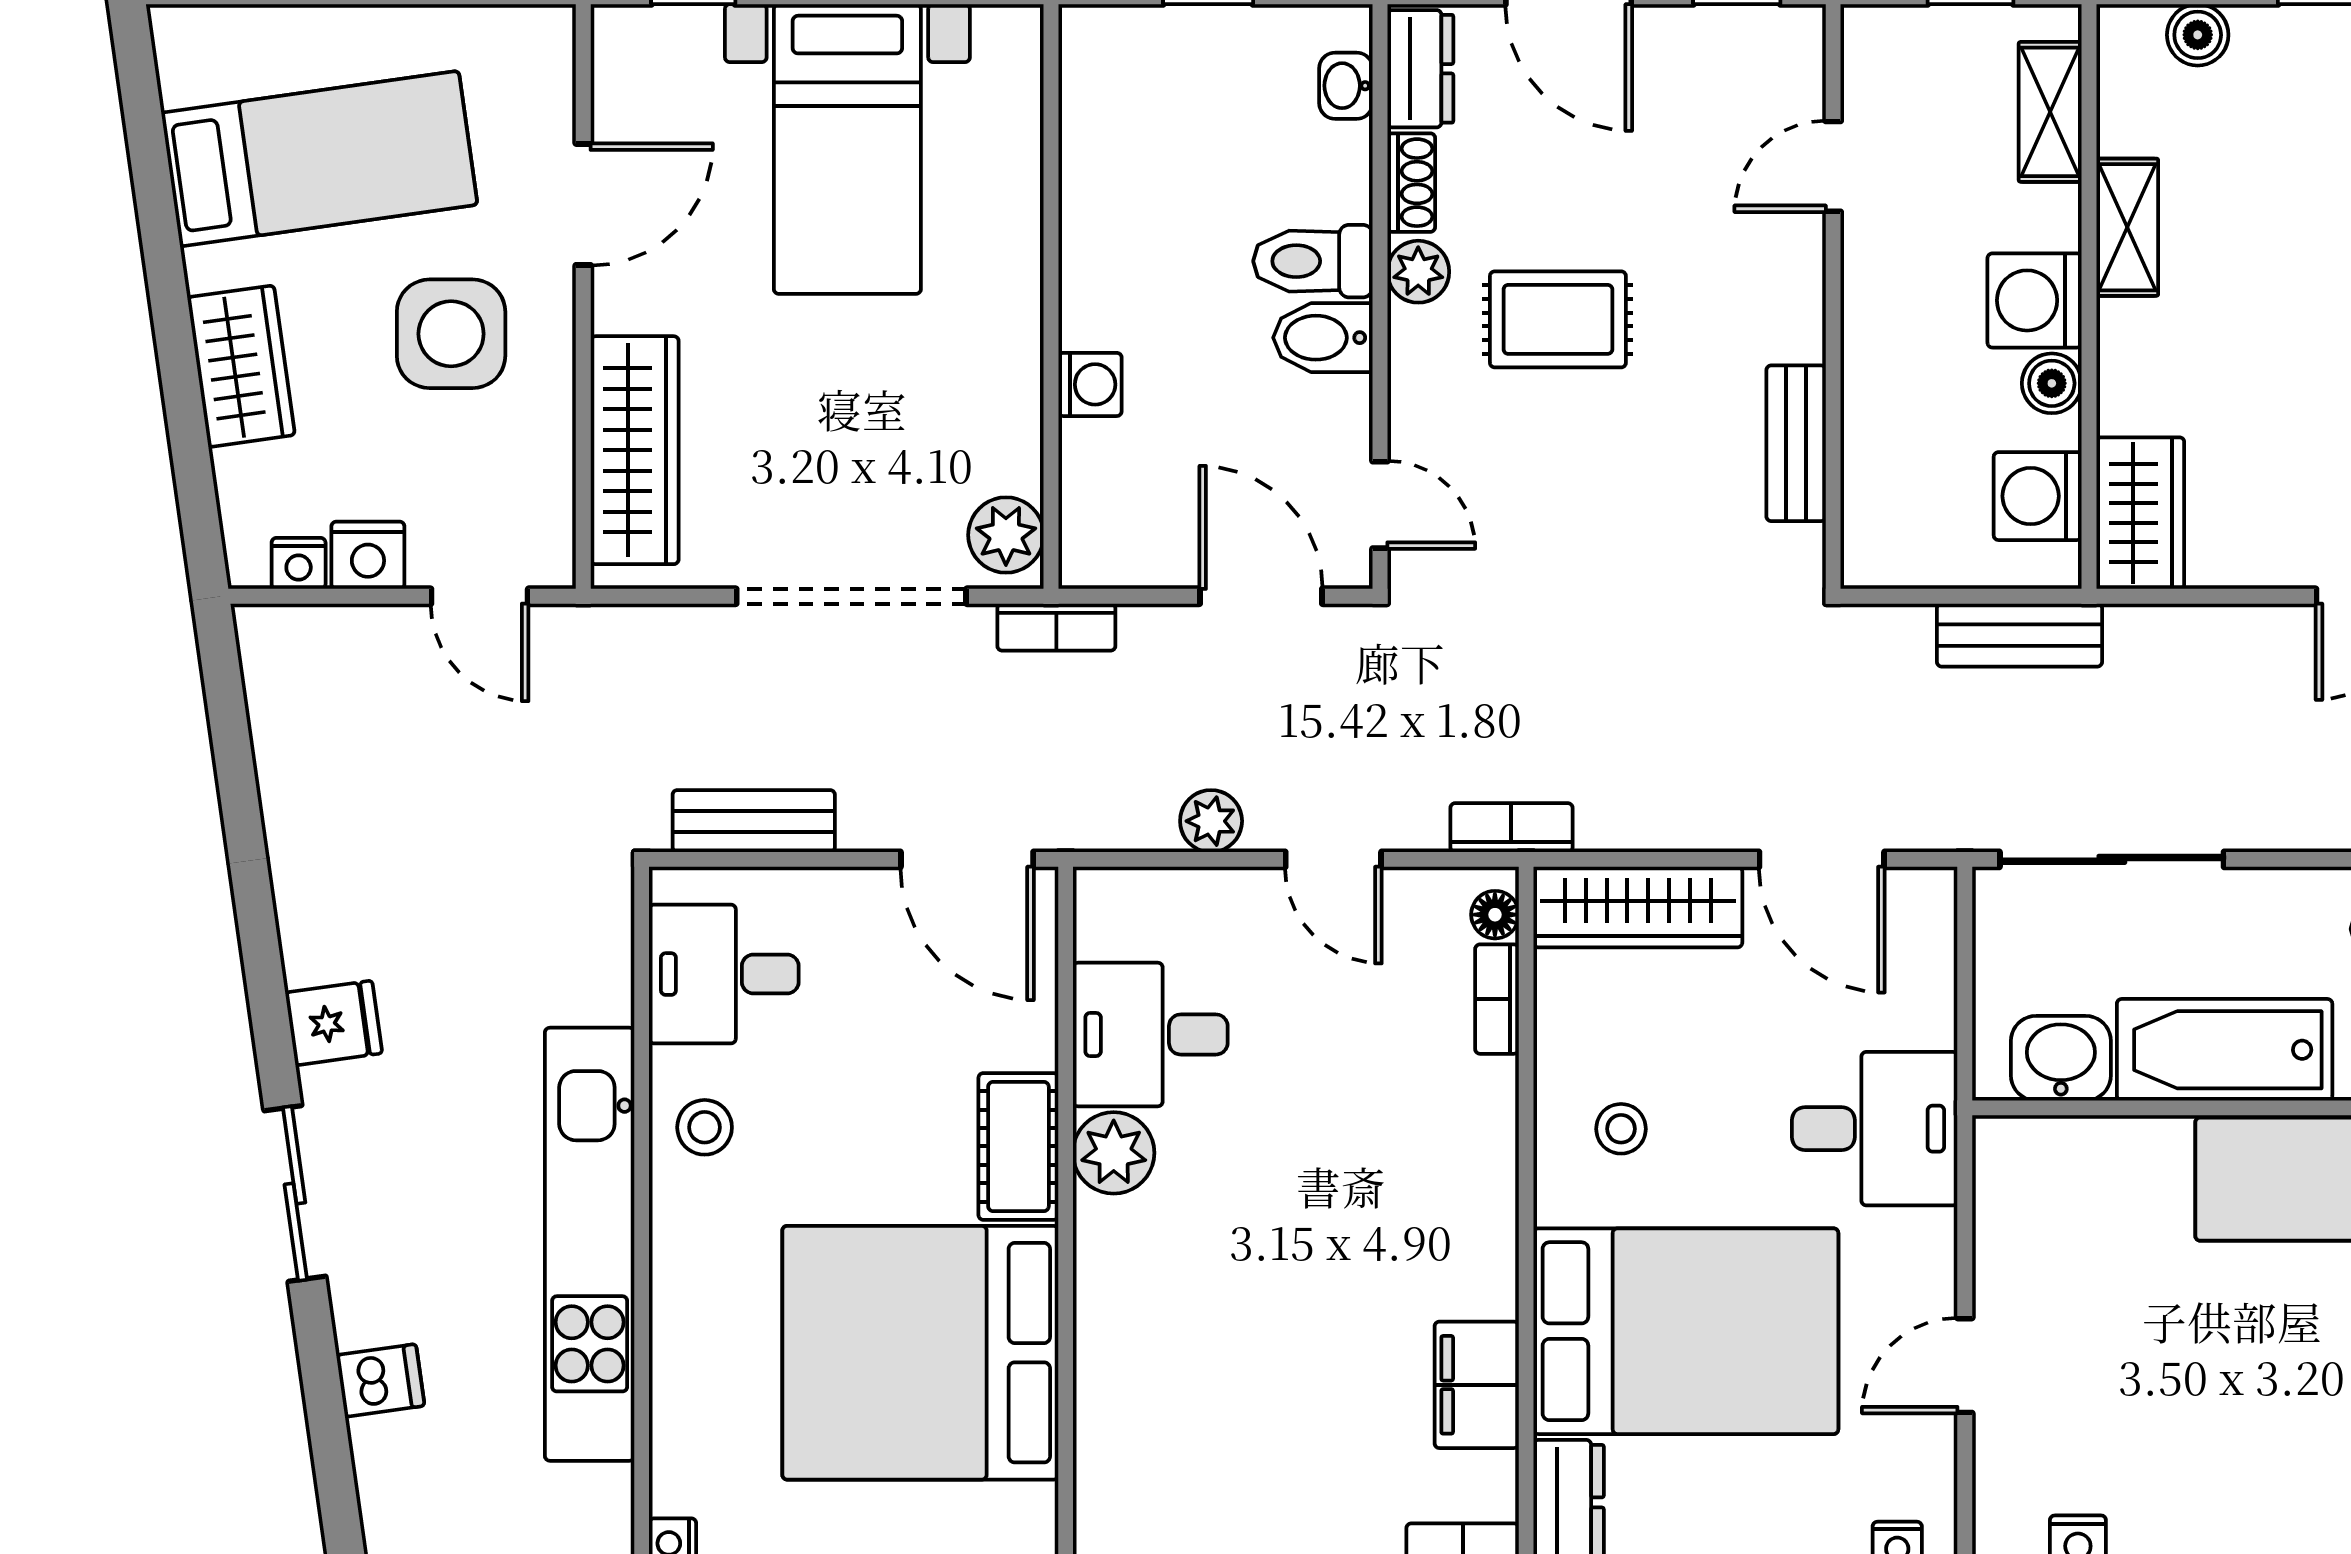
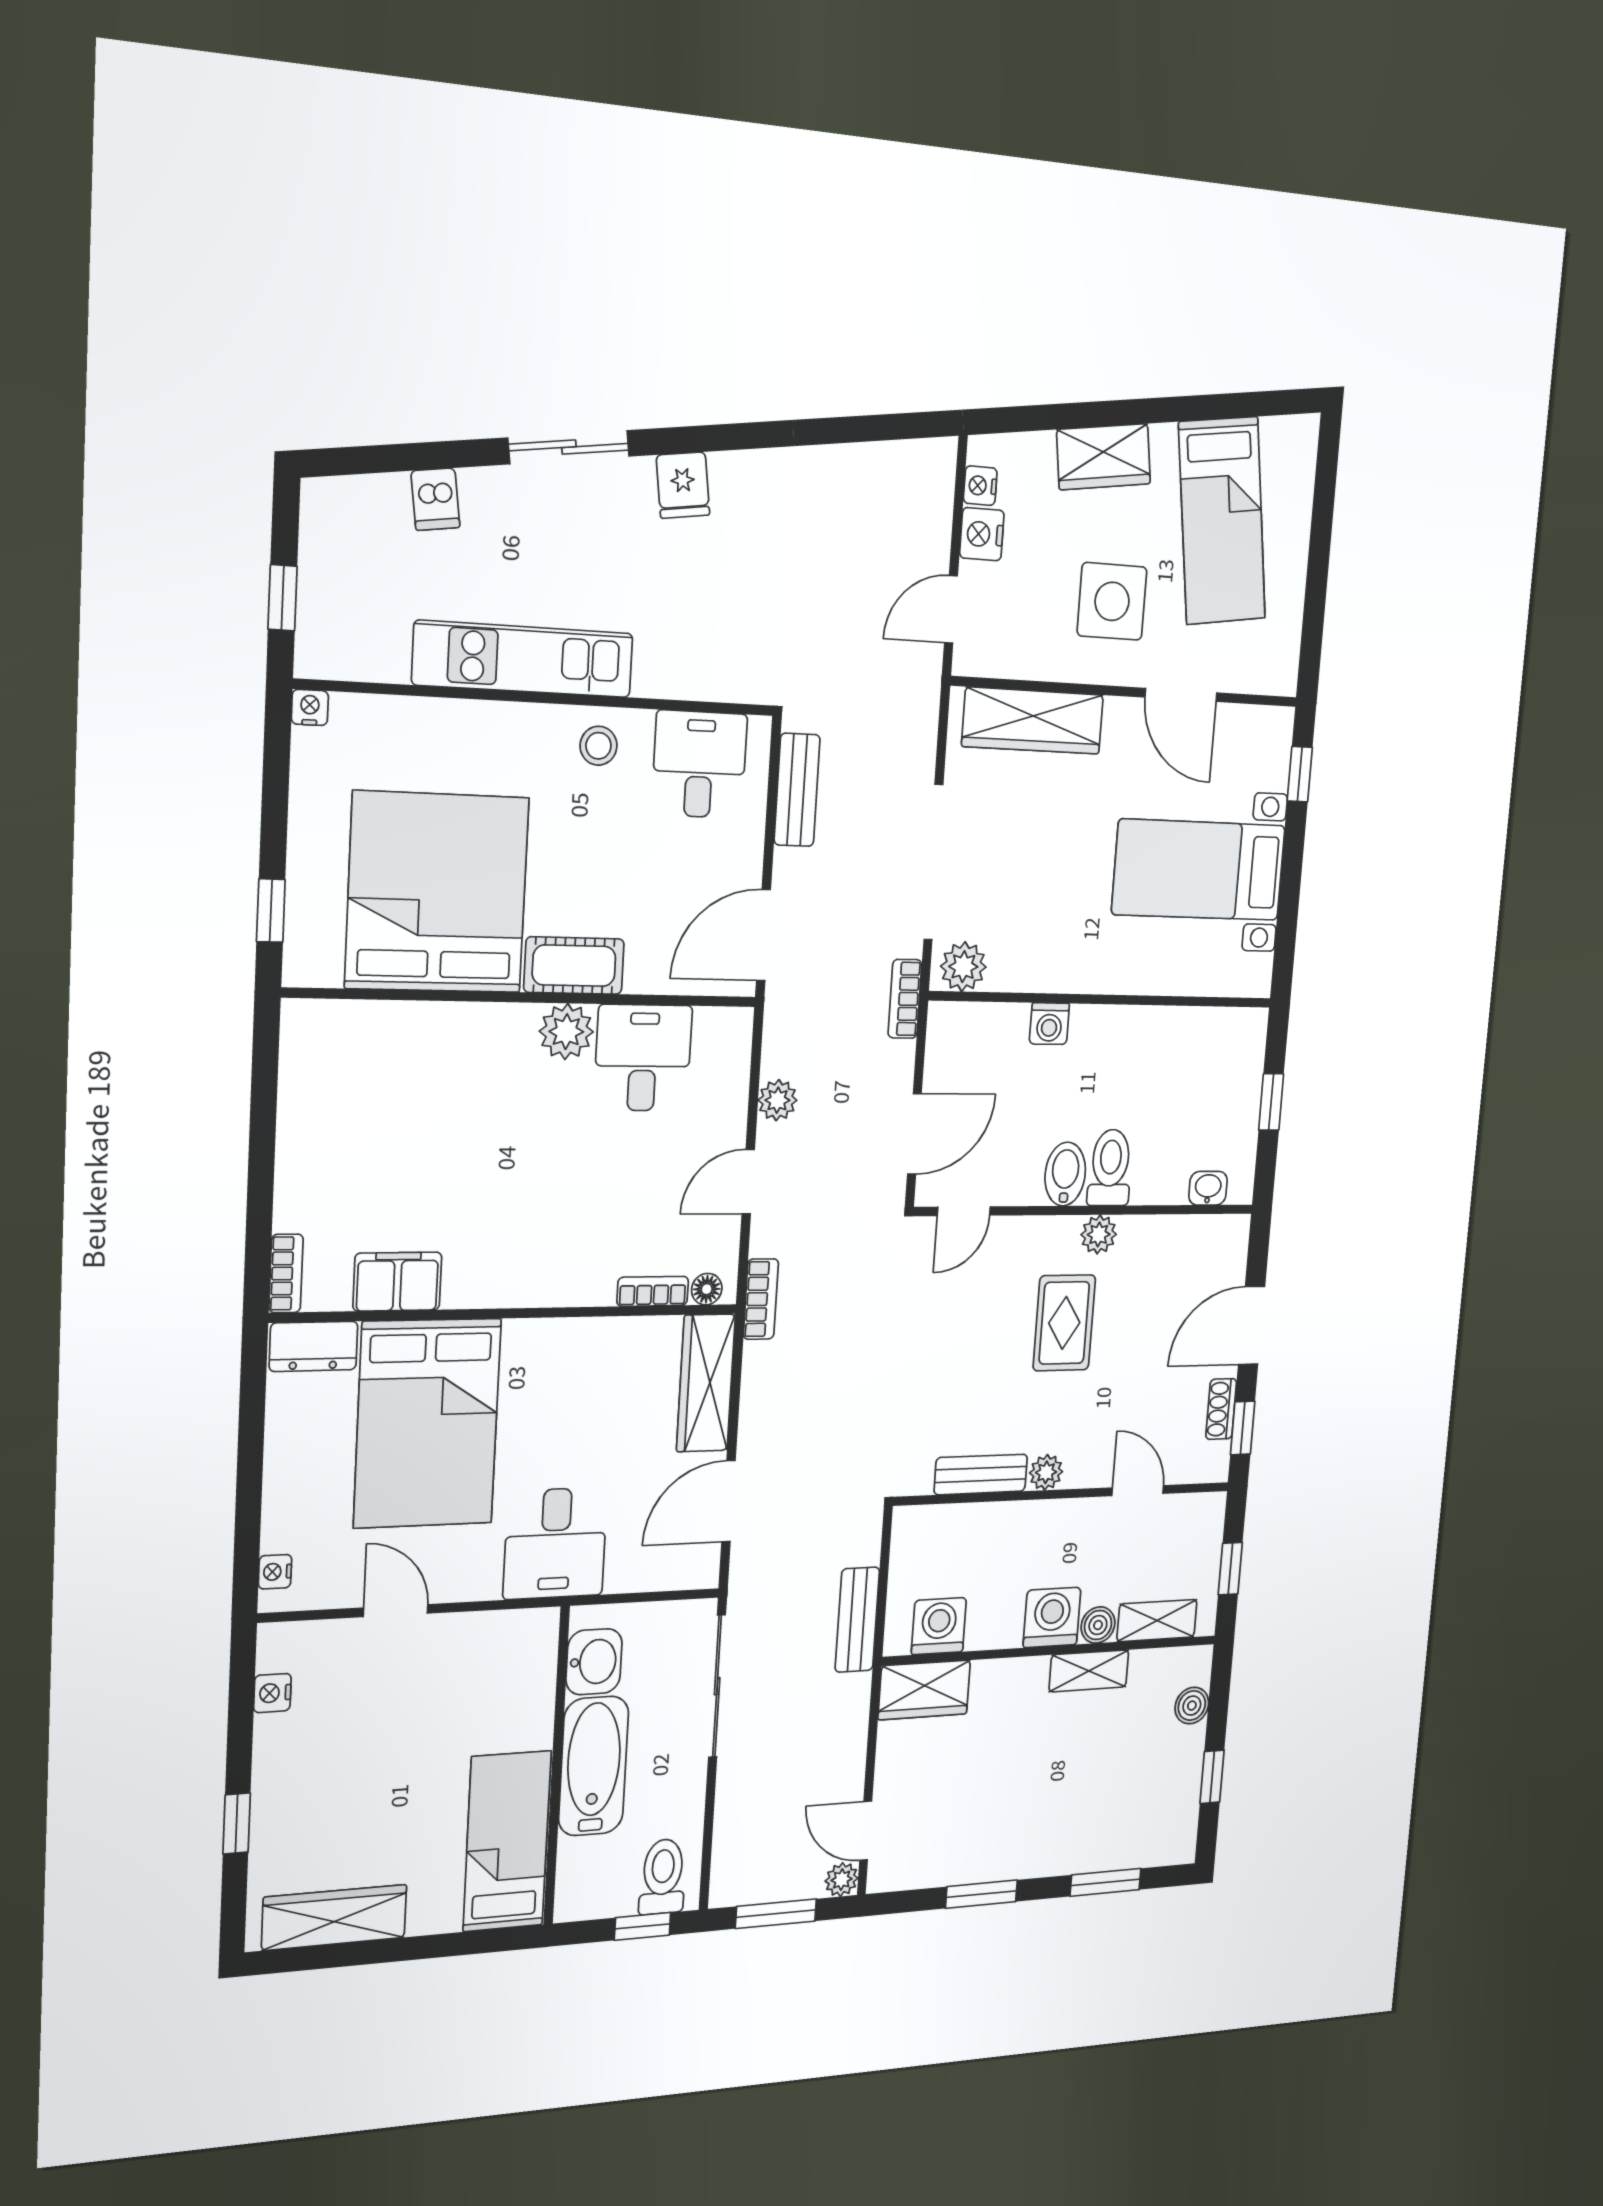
dresser: (1420, 69) -> (1214, 1235), removed
shoe rack: (1411, 183) -> (1221, 1409), moved, turned 90
plant: (1797, 331) -> (1046, 1472), added
boiler: (2052, 383) -> (1098, 1625), moved
stool: (1621, 1129) -> (564, 1376), removed
kitchen unit: (590, 1244) -> (523, 659), width x0.73

